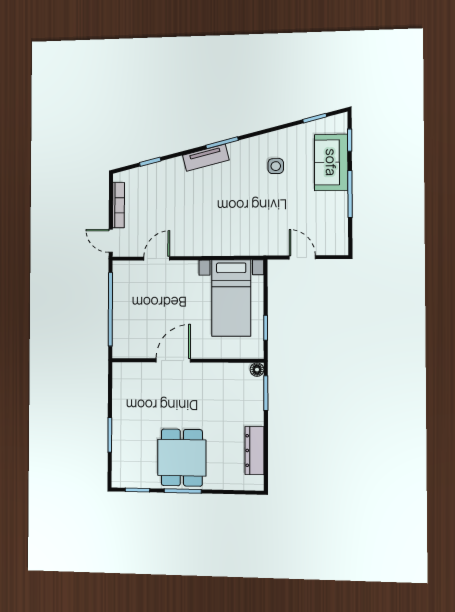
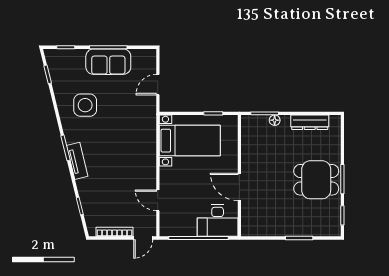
sofa: (331, 162) -> (108, 62), moved
side table: (276, 166) -> (85, 105), width x1.87, depth x1.87
desk: (132, 333) -> (218, 221), added
floor lamp: (257, 370) -> (275, 120), moved

